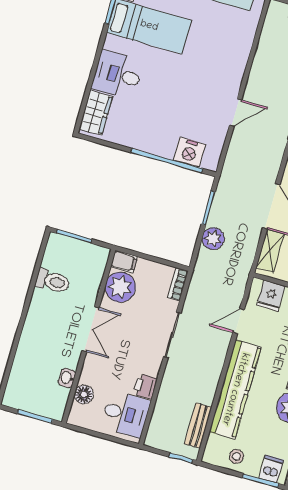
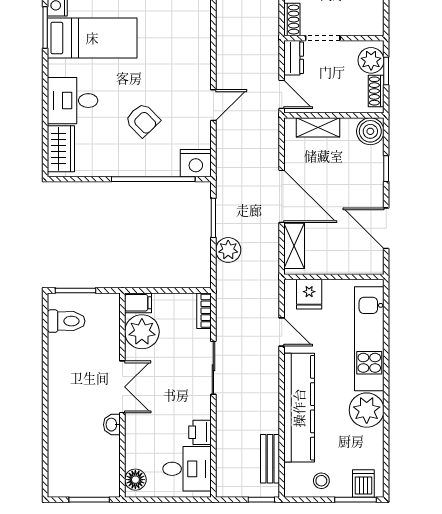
armchair: (172, 108) -> (143, 120), added
nightstand: (189, 152) -> (196, 163), moved
toilet: (53, 281) -> (66, 321), moved
door: (239, 321) -> (282, 332), swing flipped
washbasin: (67, 378) -> (112, 425), moved
floor lamp: (84, 394) -> (135, 480), moved

